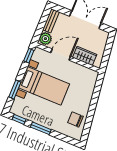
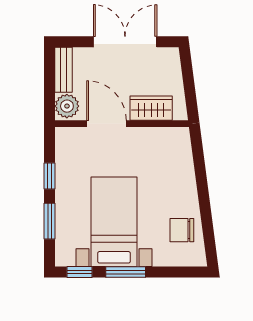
door: (61, 55) -> (107, 124), hinge flipped
window: (29, 56) -> (50, 176), moved
bed with nightstands: (44, 86) -> (114, 222), moved, turned -90

